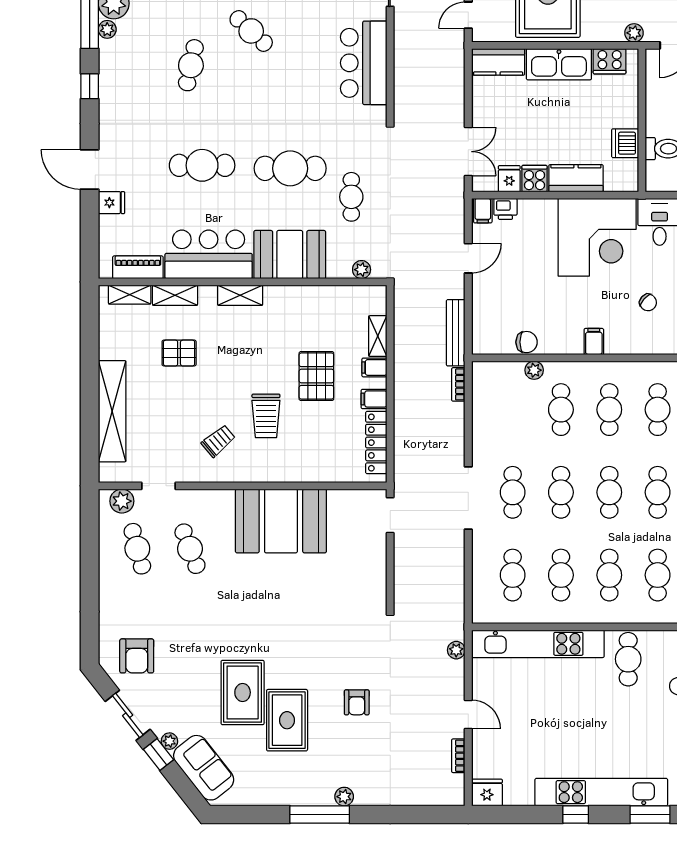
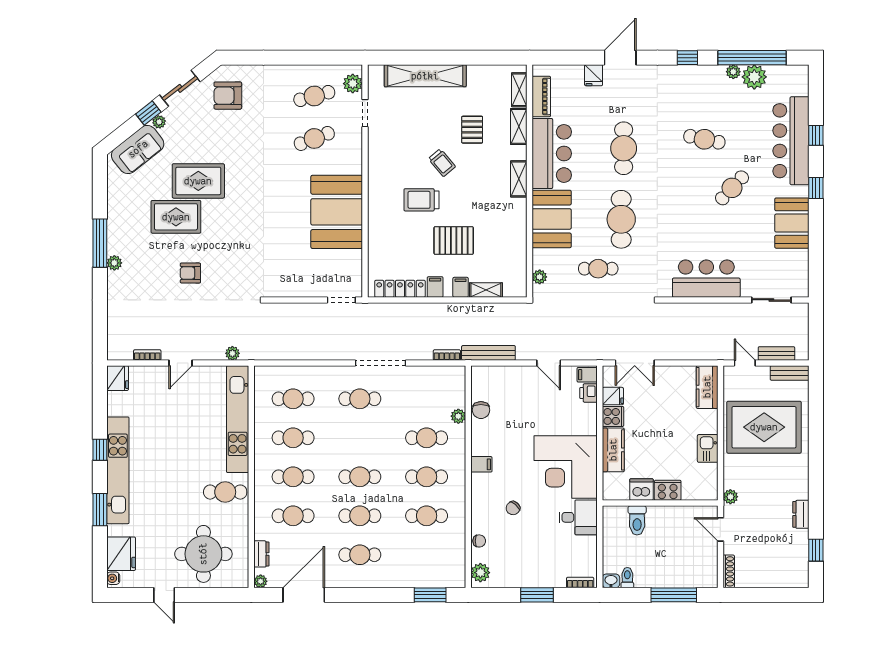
cooker: (610, 61) -> (668, 490), moved, turned 90
kitchen sink: (559, 64) -> (708, 448), width x0.53, depth x0.81
trolley: (218, 441) -> (442, 163), moved
cafe table: (561, 492) -> (360, 438), removed
doorway: (468, 498) -> (380, 363), moved

